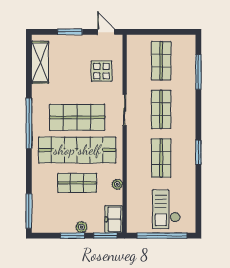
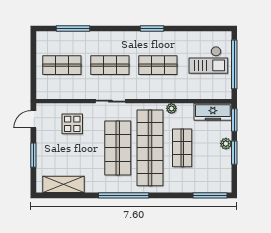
plant: (117, 184) -> (171, 108), moved
freezer: (114, 219) -> (213, 112), width x1.40

